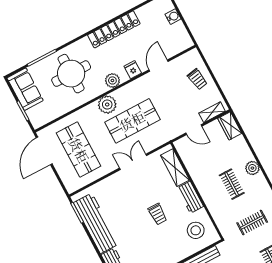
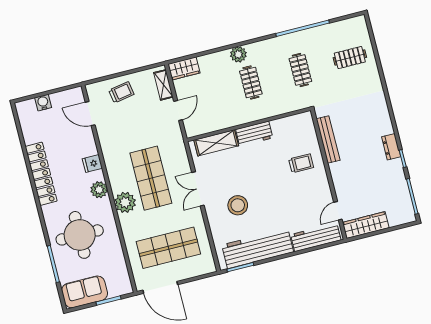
door: (158, 66) -> (90, 114), moved
clothes rail: (232, 184) -> (251, 83), turned 90
trolley: (158, 214) -> (301, 163), moved
stool: (196, 230) -> (238, 205), moved

